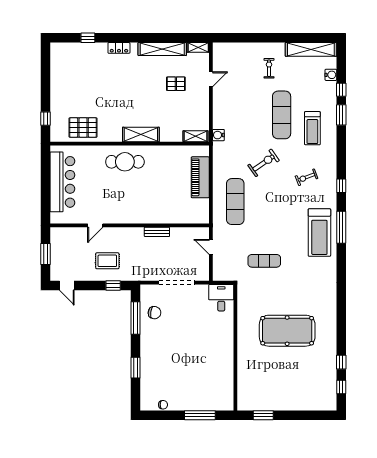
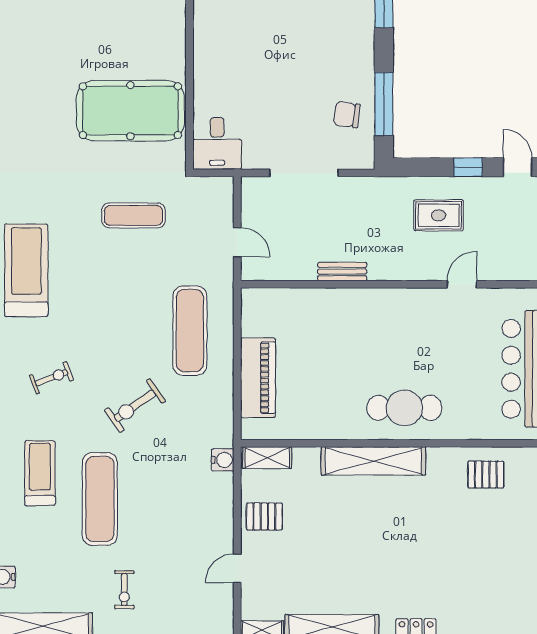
pallet: (176, 84) -> (264, 517), moved
pallet: (83, 128) -> (486, 475), width x0.67, depth x0.71
shelving: (141, 134) -> (373, 461), width x1.47
window: (113, 286) -> (468, 167), moved
pool table: (287, 331) -> (130, 111), moved

